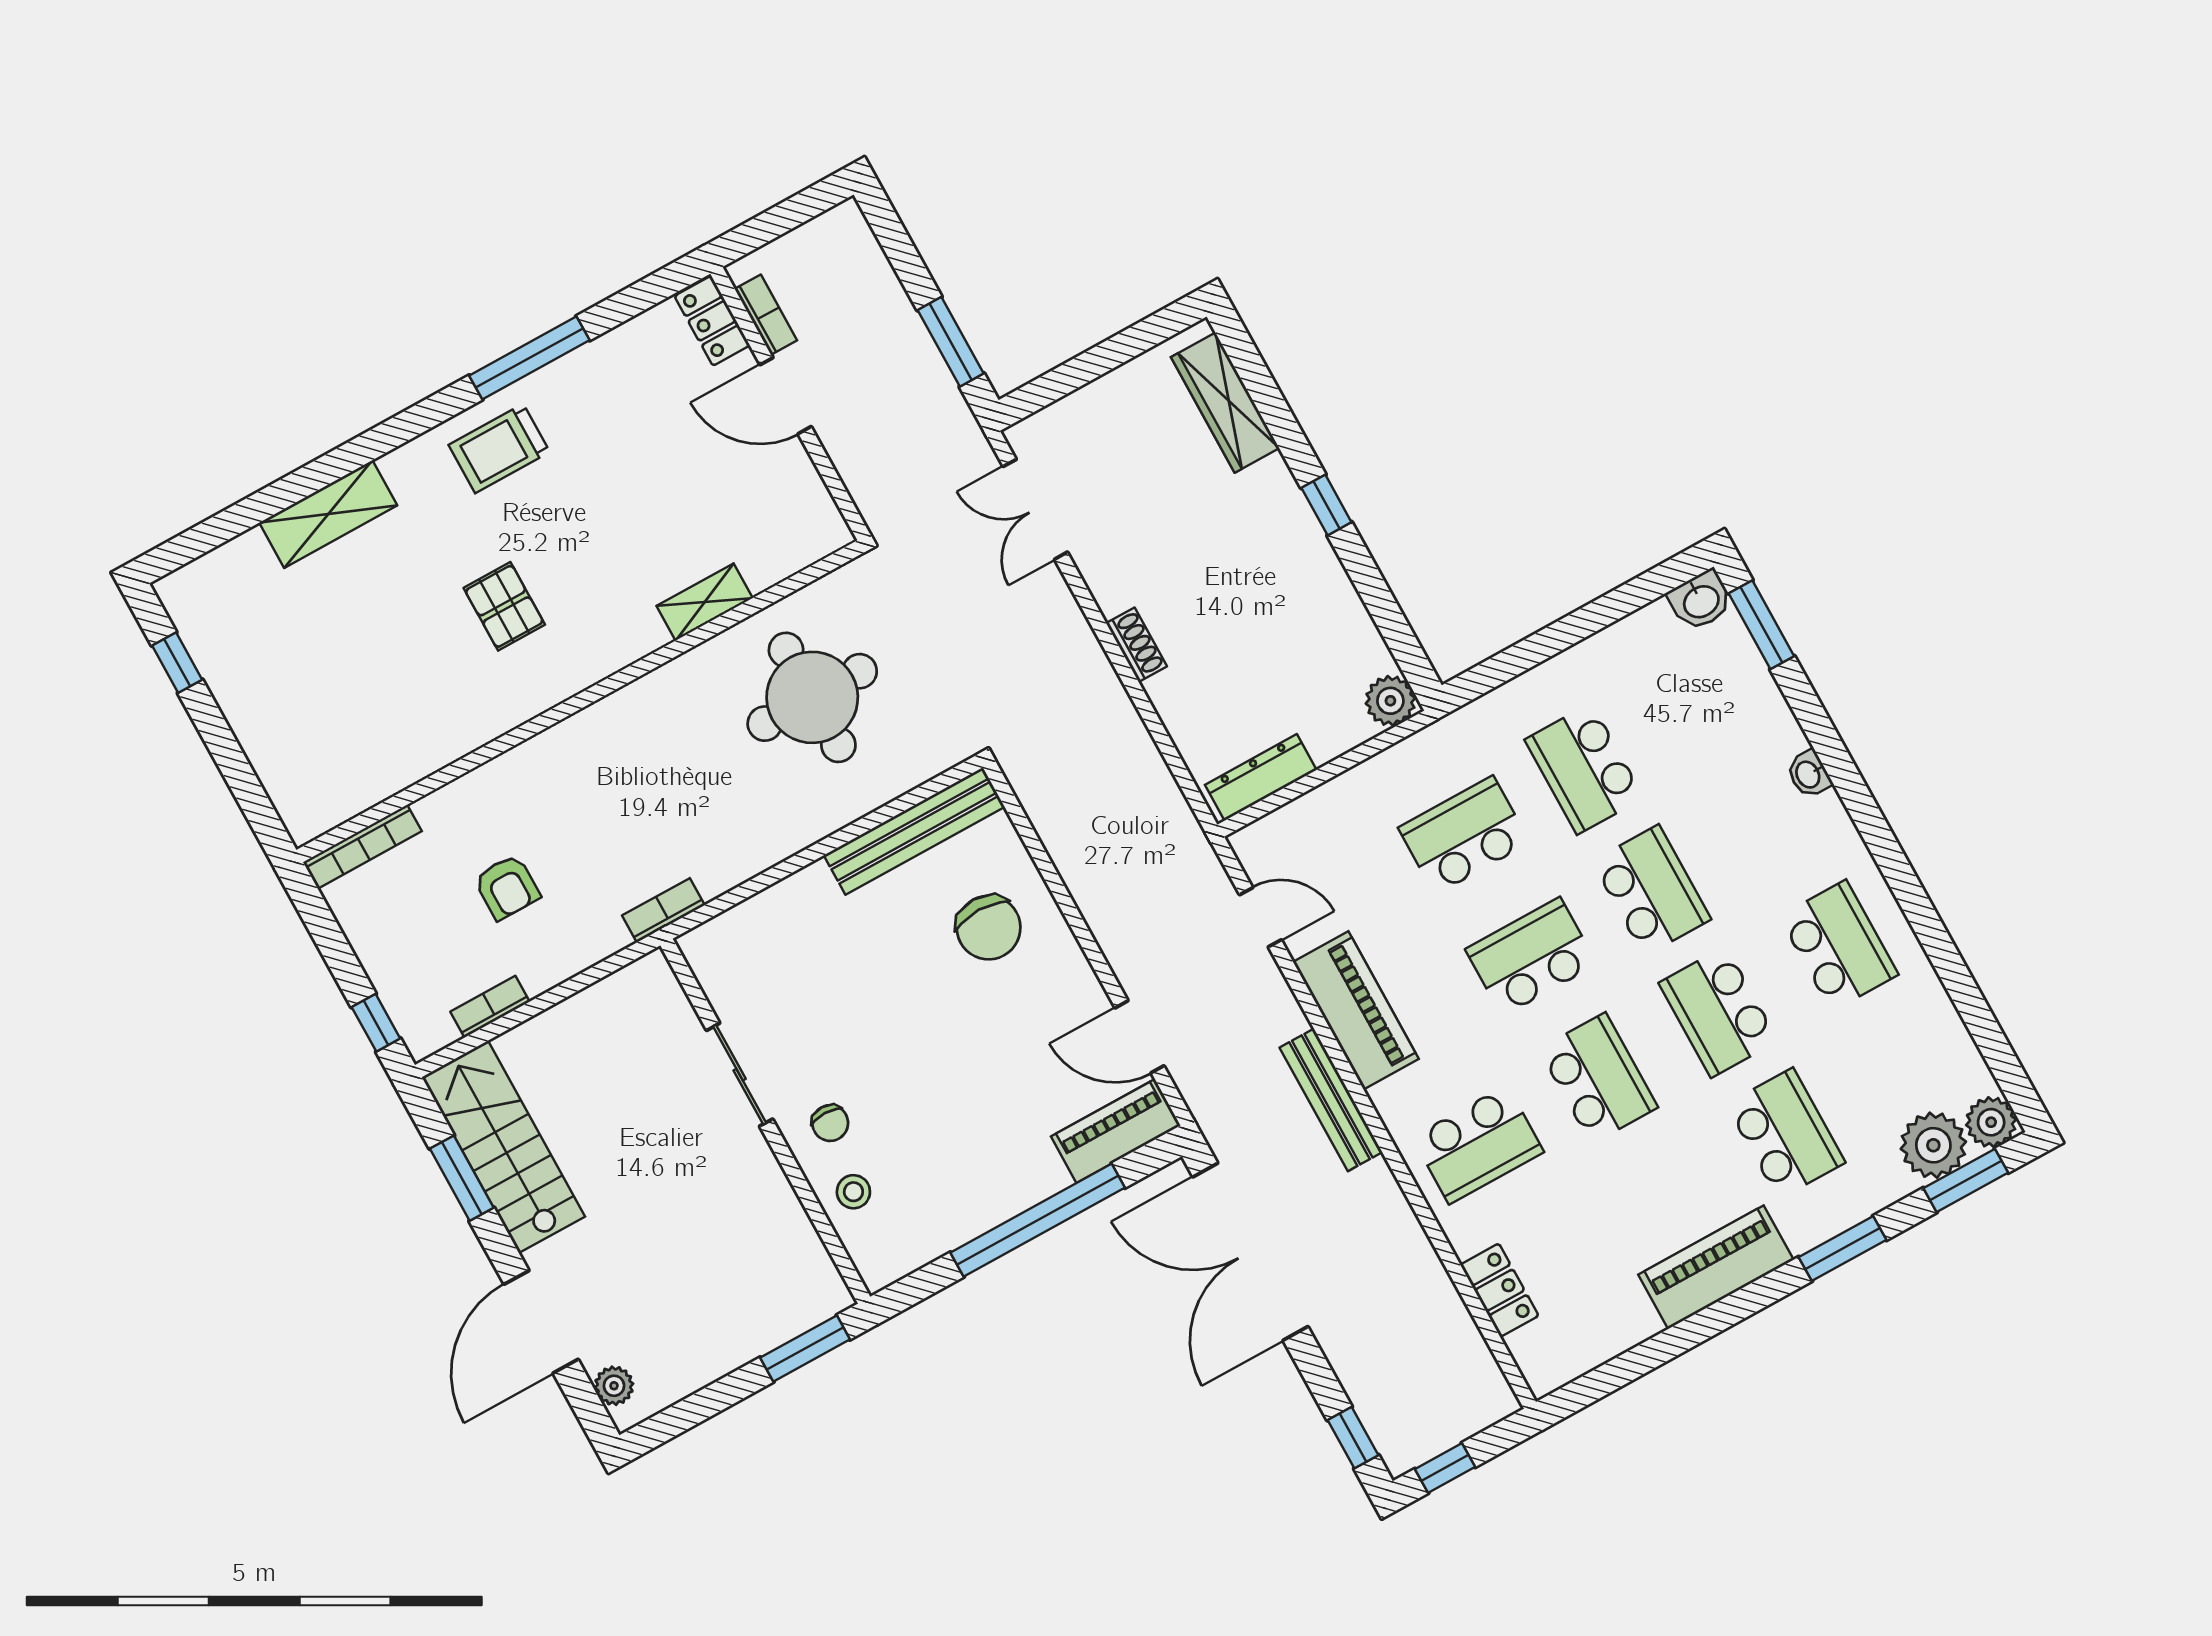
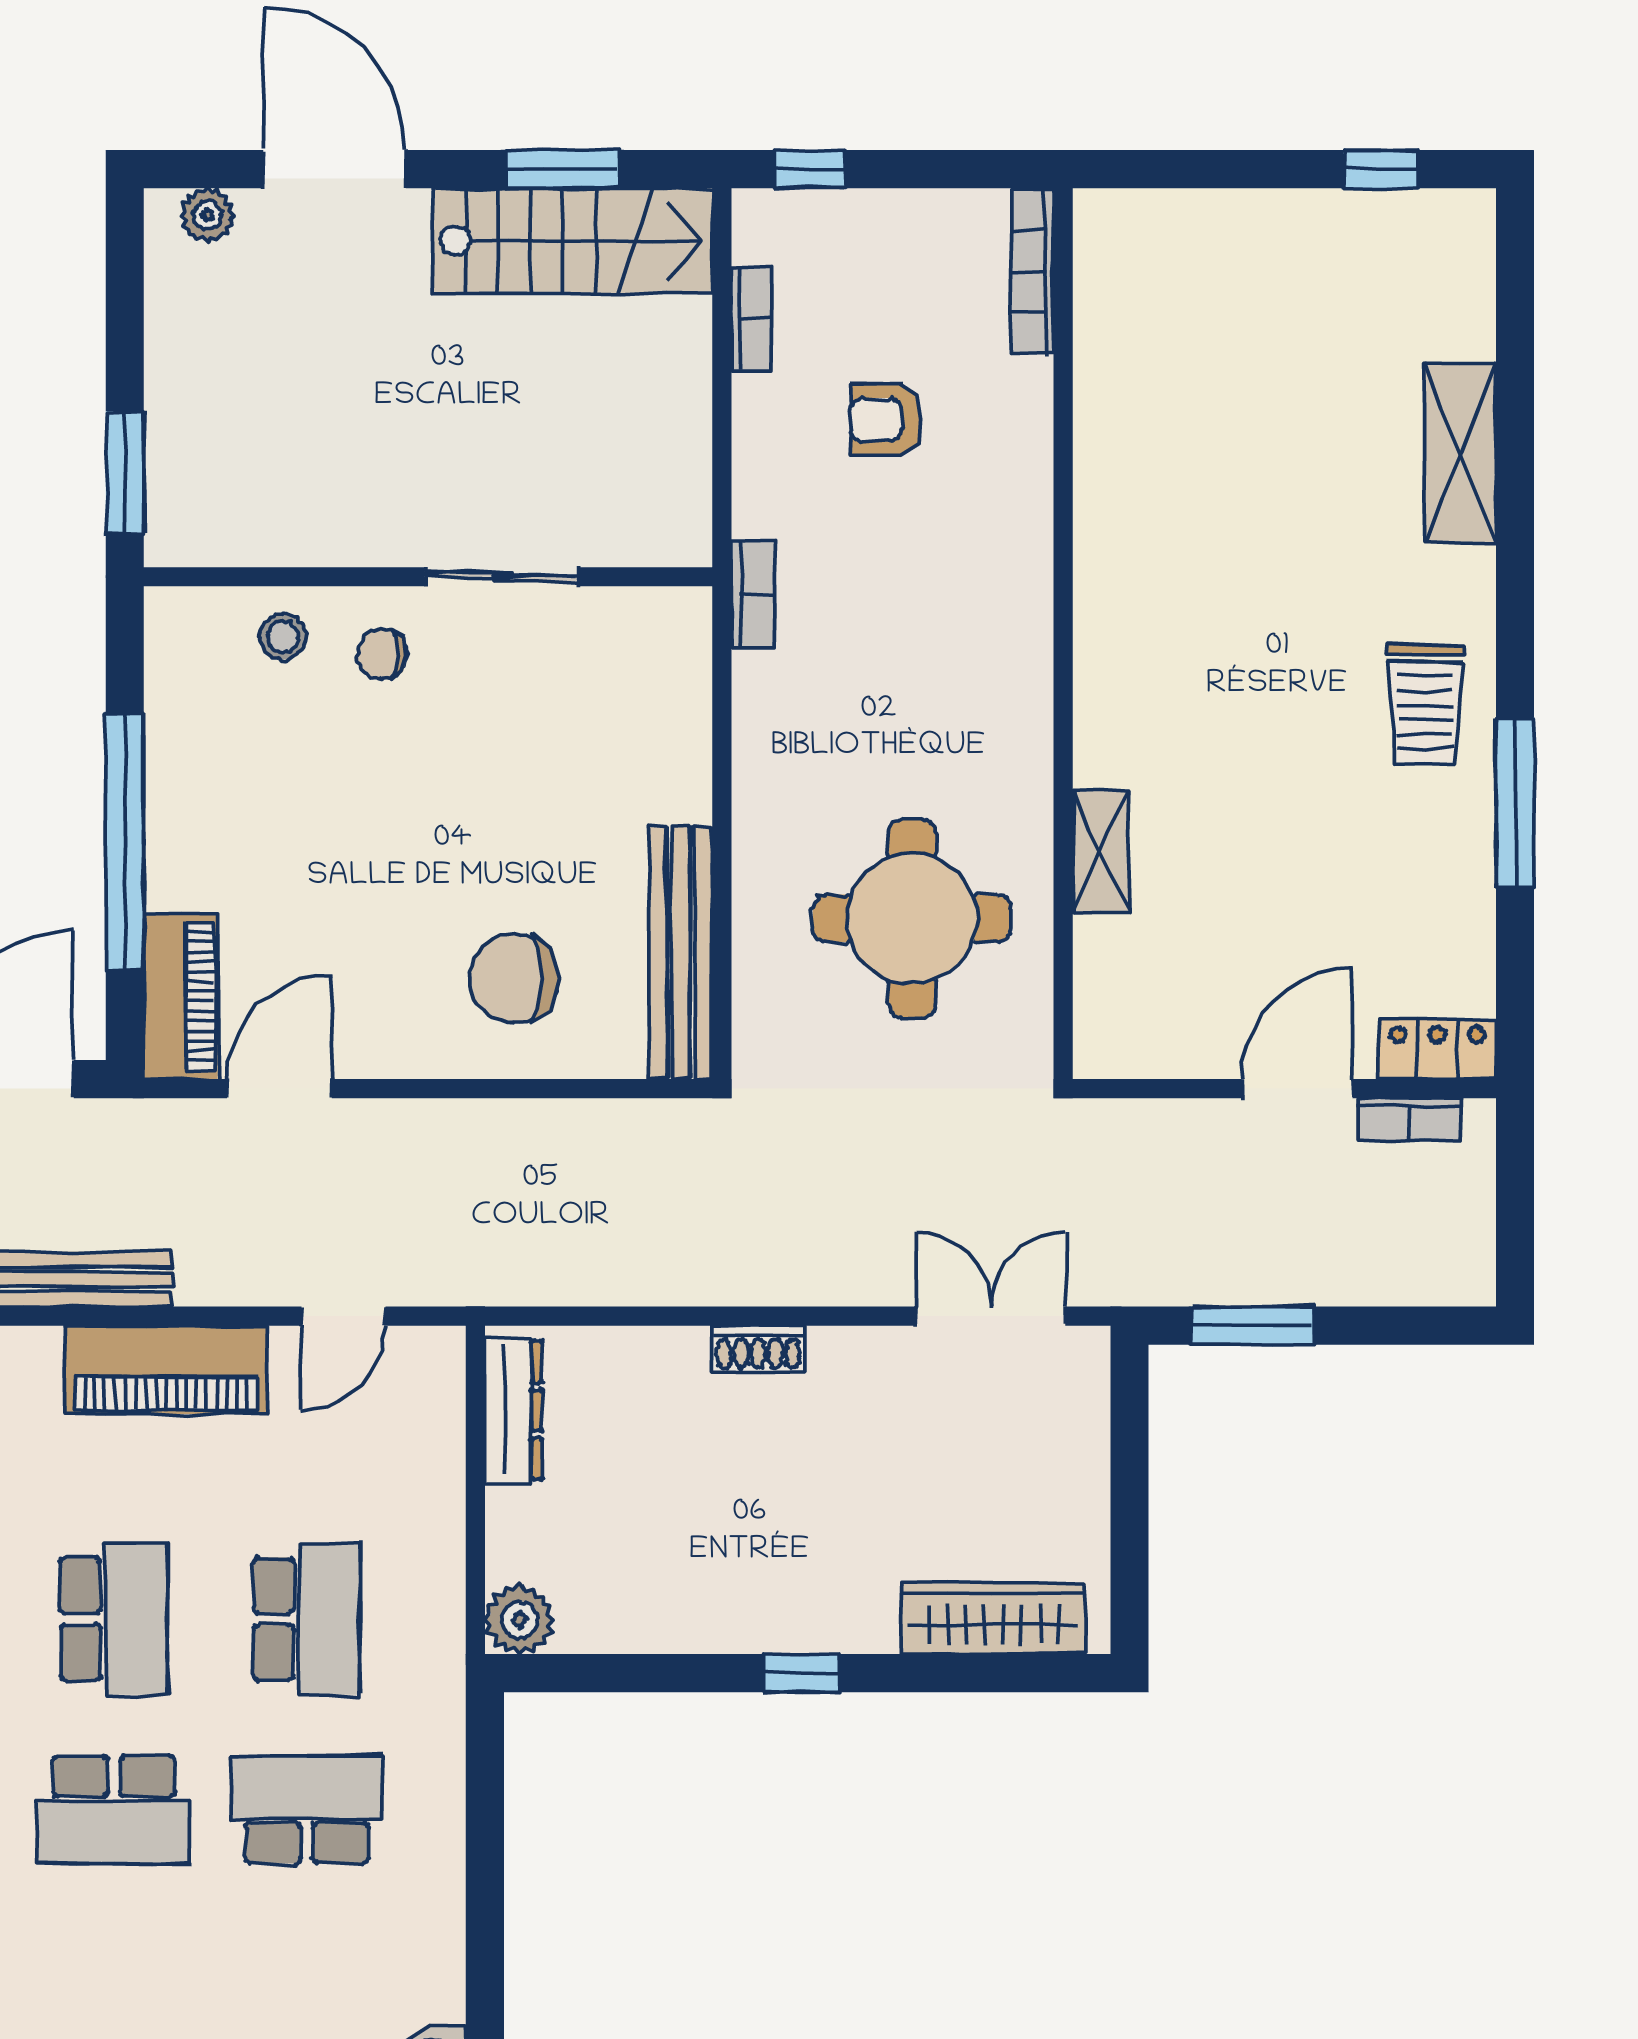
trolley: (499, 449) -> (1425, 705), turned 180
pallet: (504, 606) -> (1230, 605), removed

